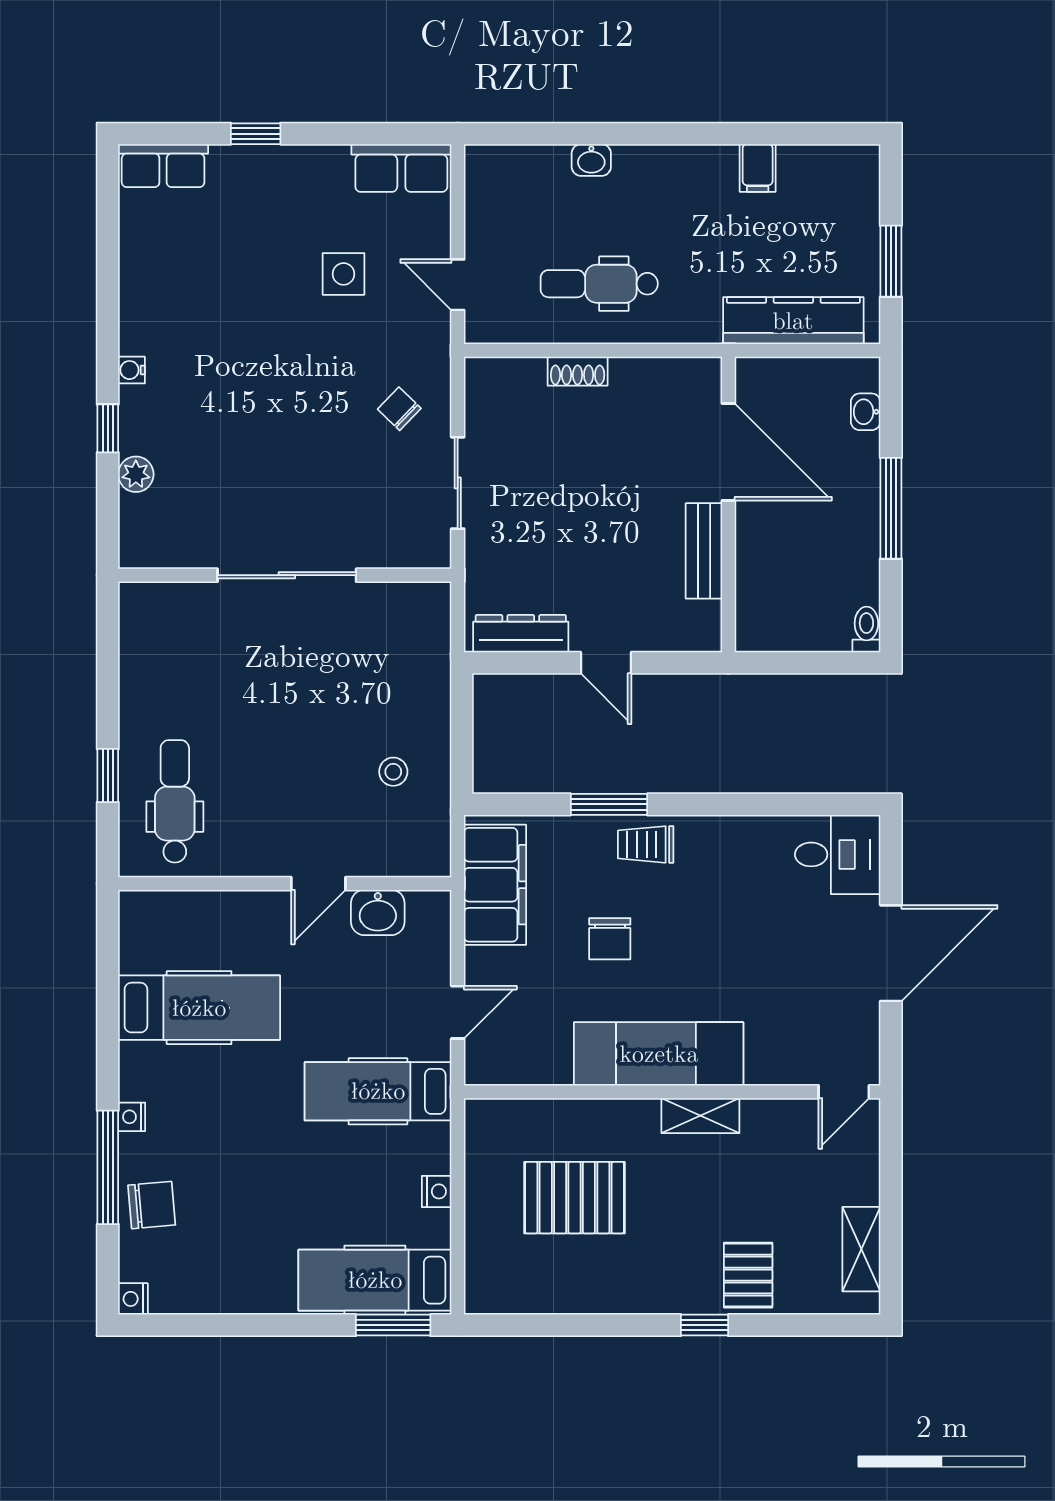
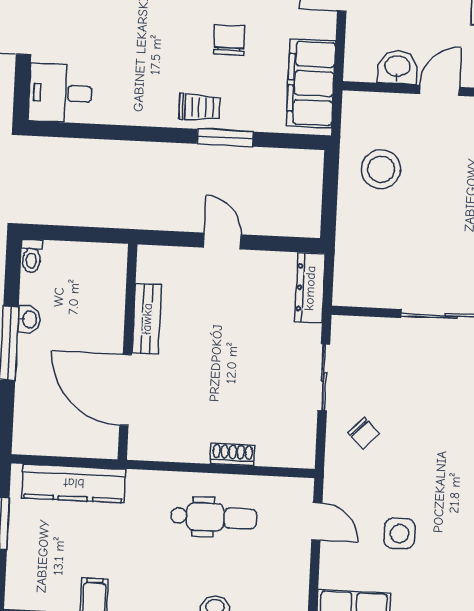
washbasin: (866, 412) -> (29, 319), moved
dresser: (521, 634) -> (310, 288), moved, turned 90
stool: (393, 772) -> (381, 169), width x1.89, depth x1.89

